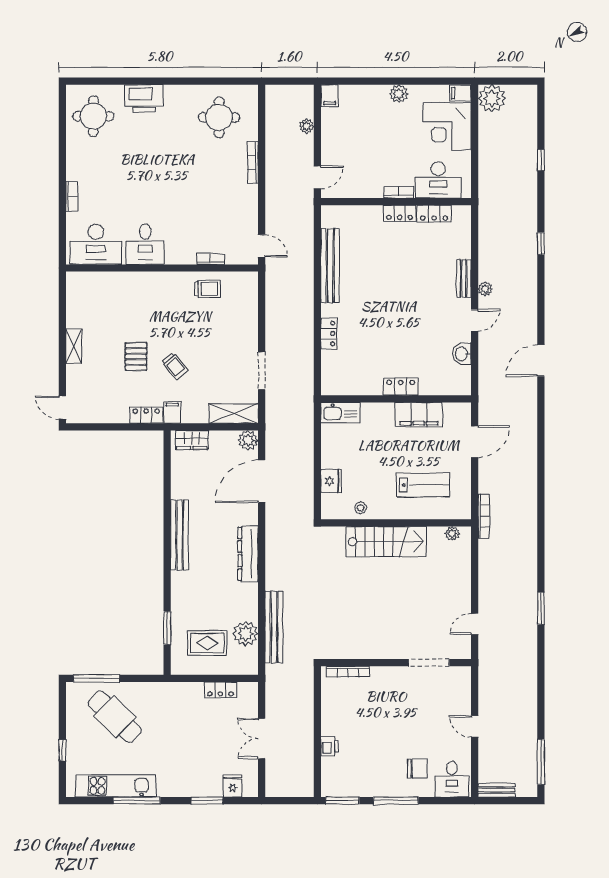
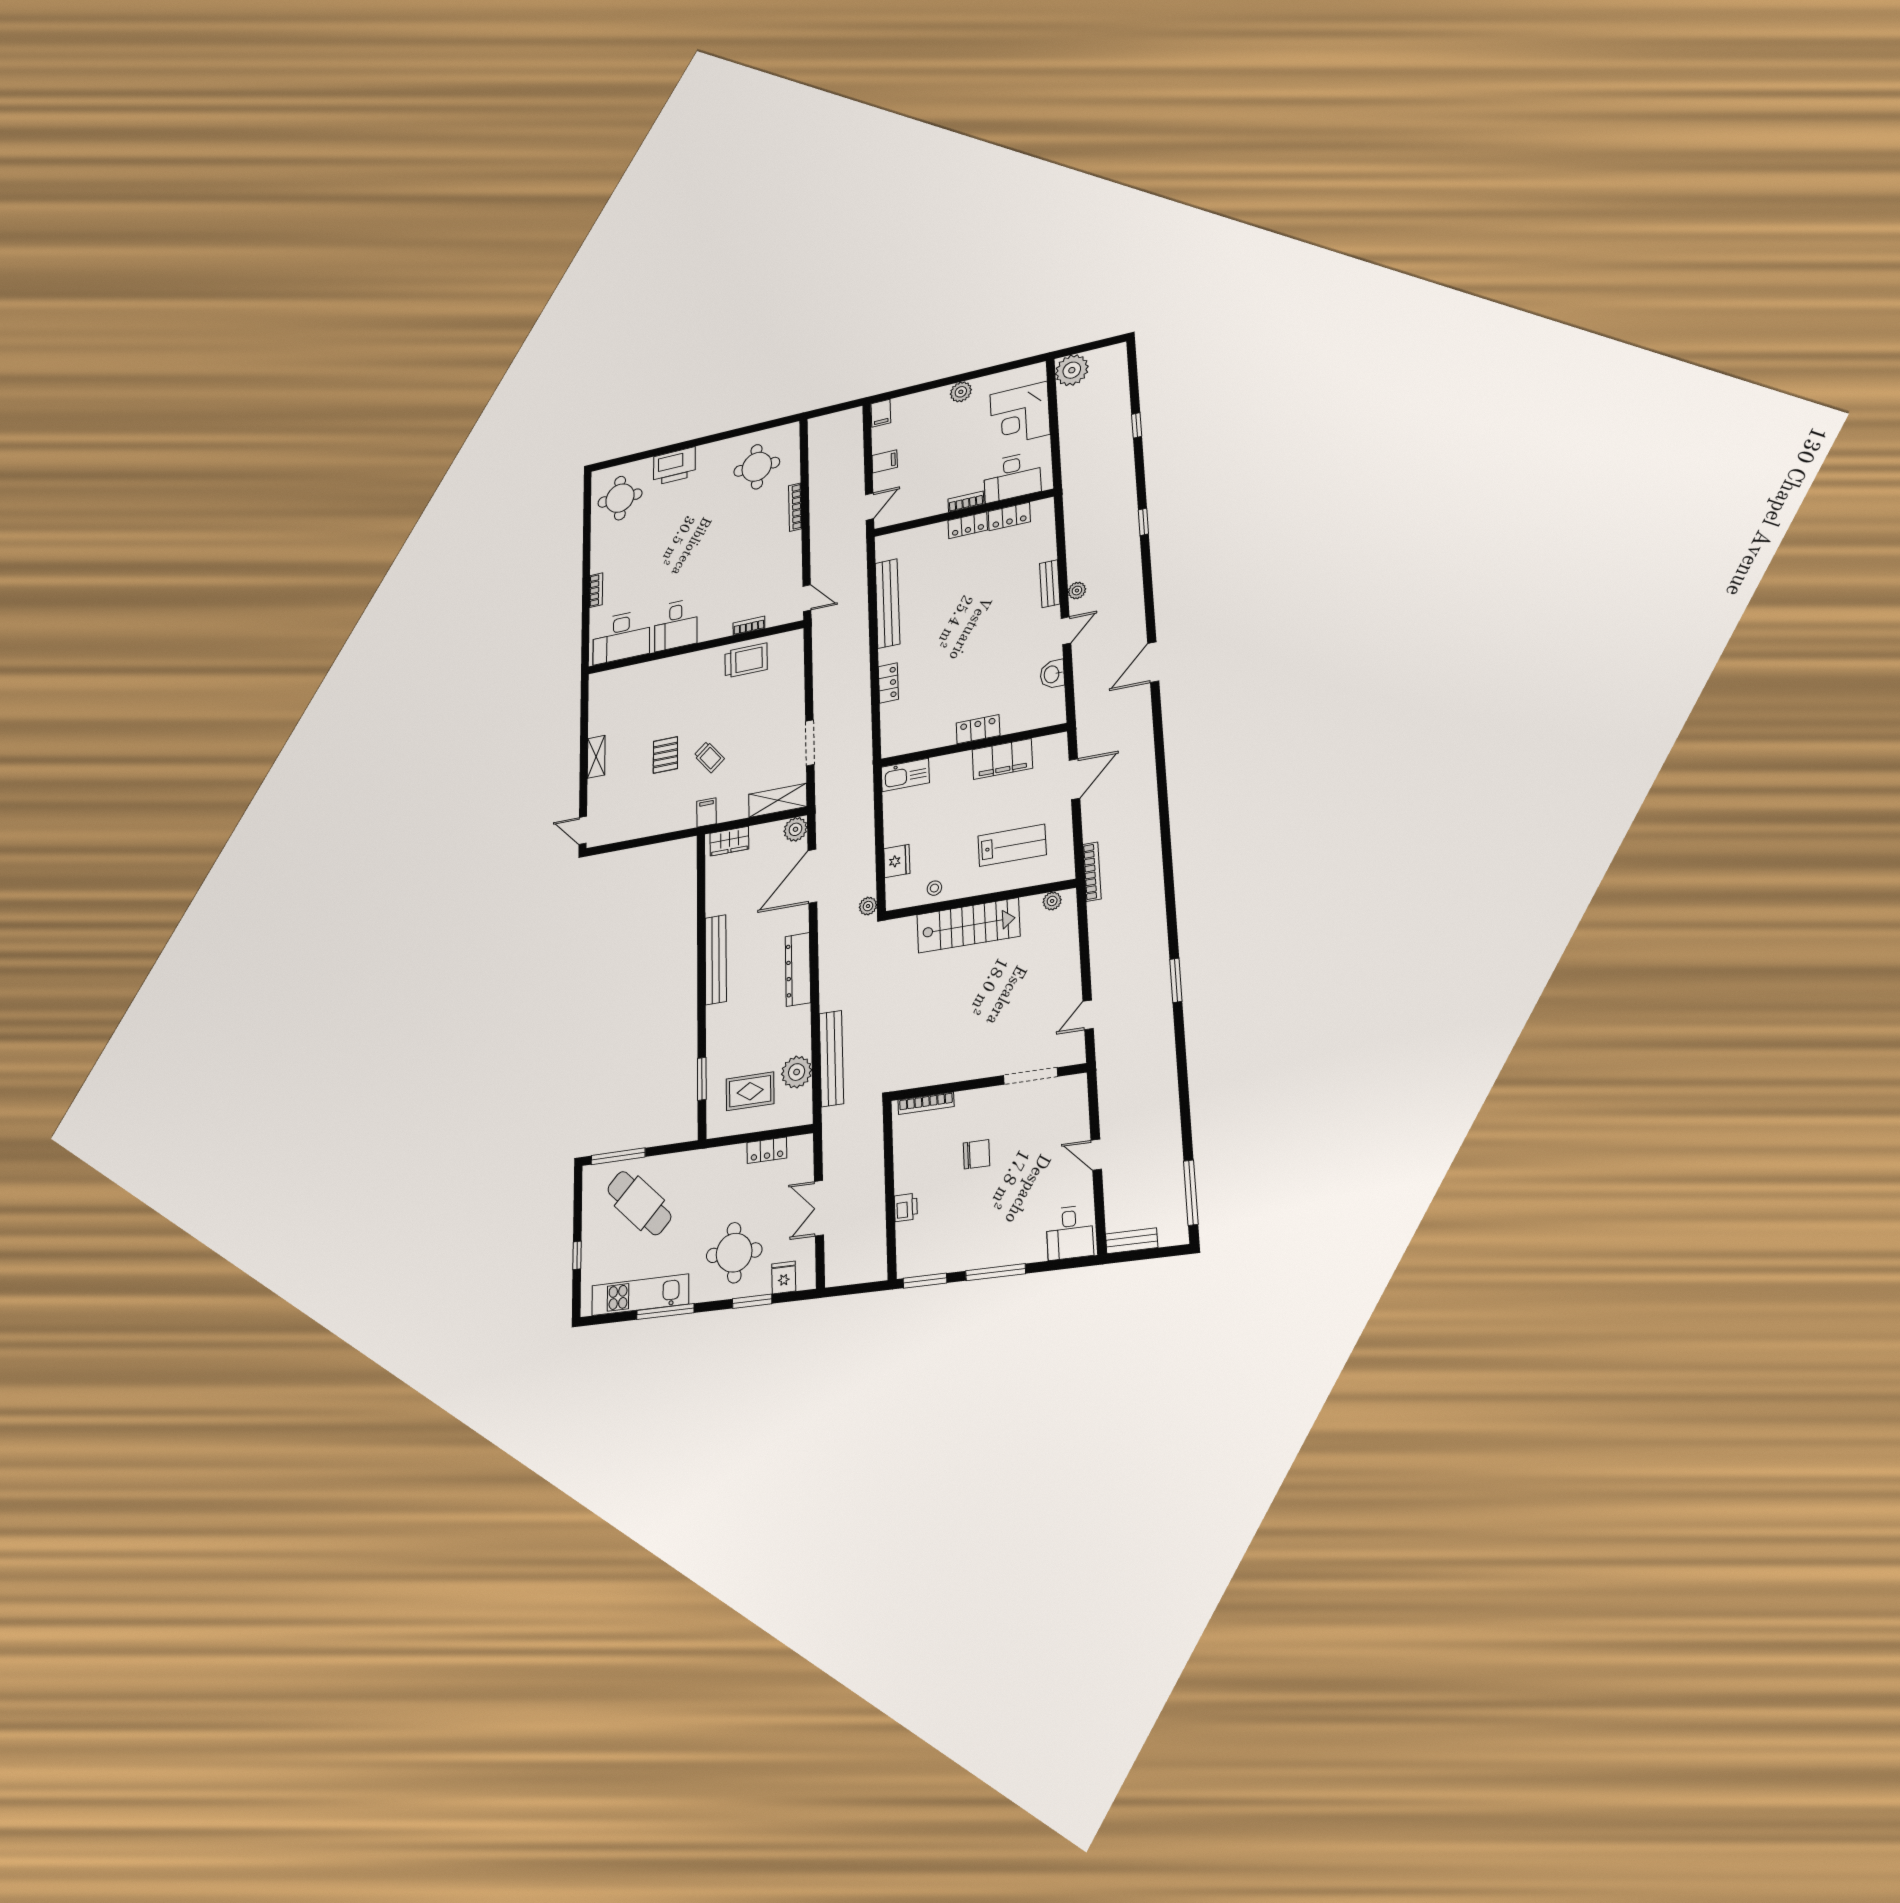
filing cabinet: (460, 93) -> (885, 461), moved, turned 180
plant: (307, 126) -> (868, 906), moved
trolley: (208, 289) -> (746, 660), width x1.36, depth x1.39
locker: (146, 415) -> (677, 821), removed
round table: (193, 763) -> (734, 1253), added
chair: (417, 769) -> (976, 1154), moved

